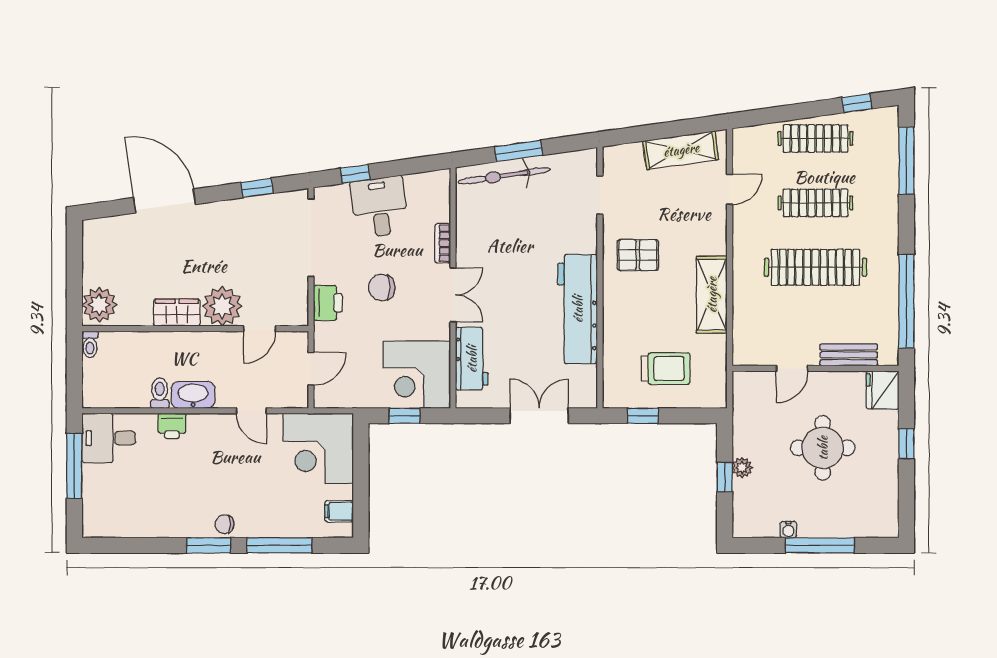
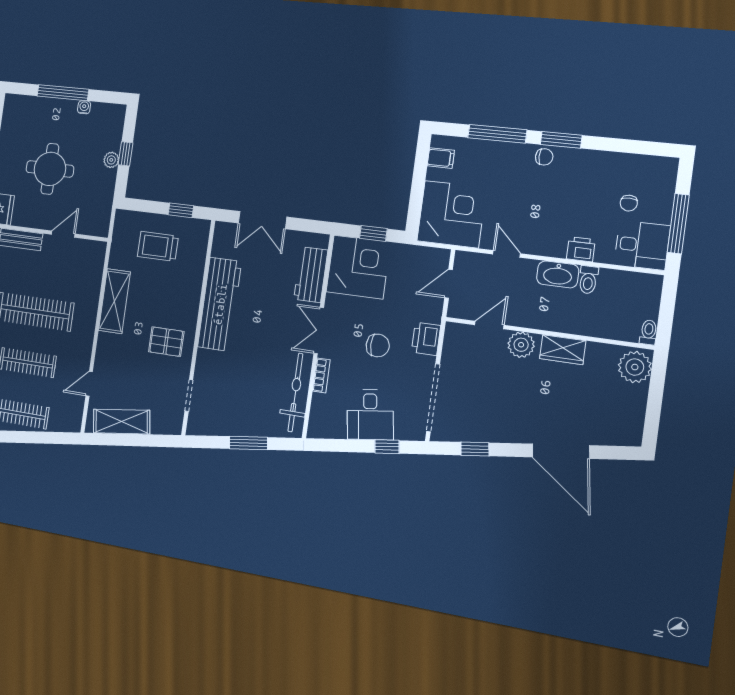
bicycle: (504, 176) -> (295, 392), moved, turned -82
plant: (222, 306) -> (521, 345), width x0.73, depth x0.73
chair: (128, 483) -> (629, 203), added

